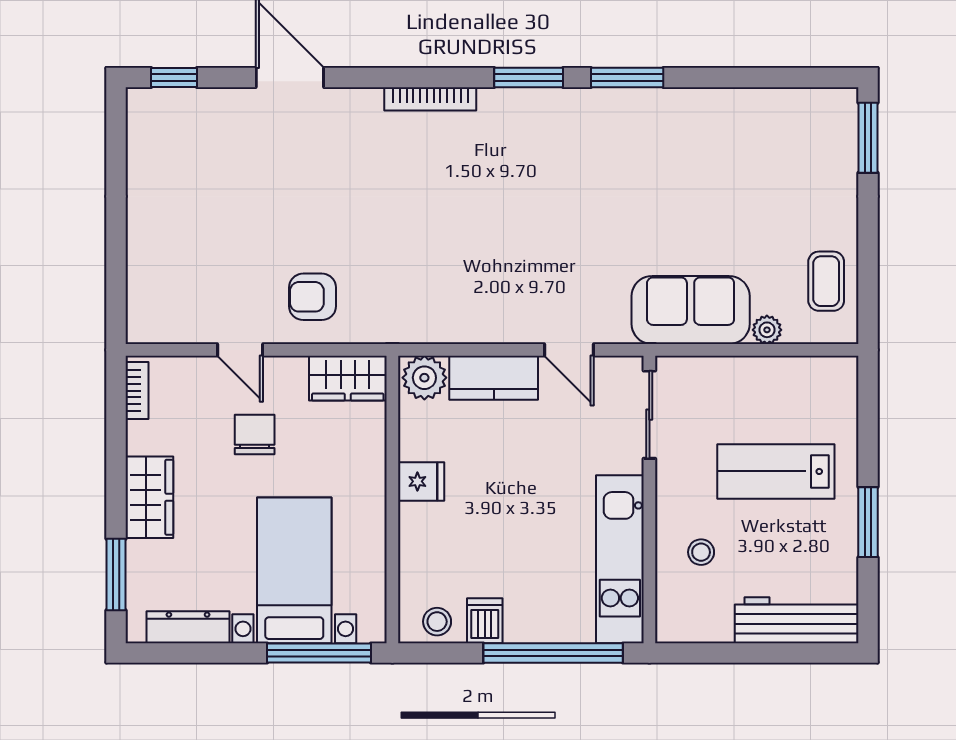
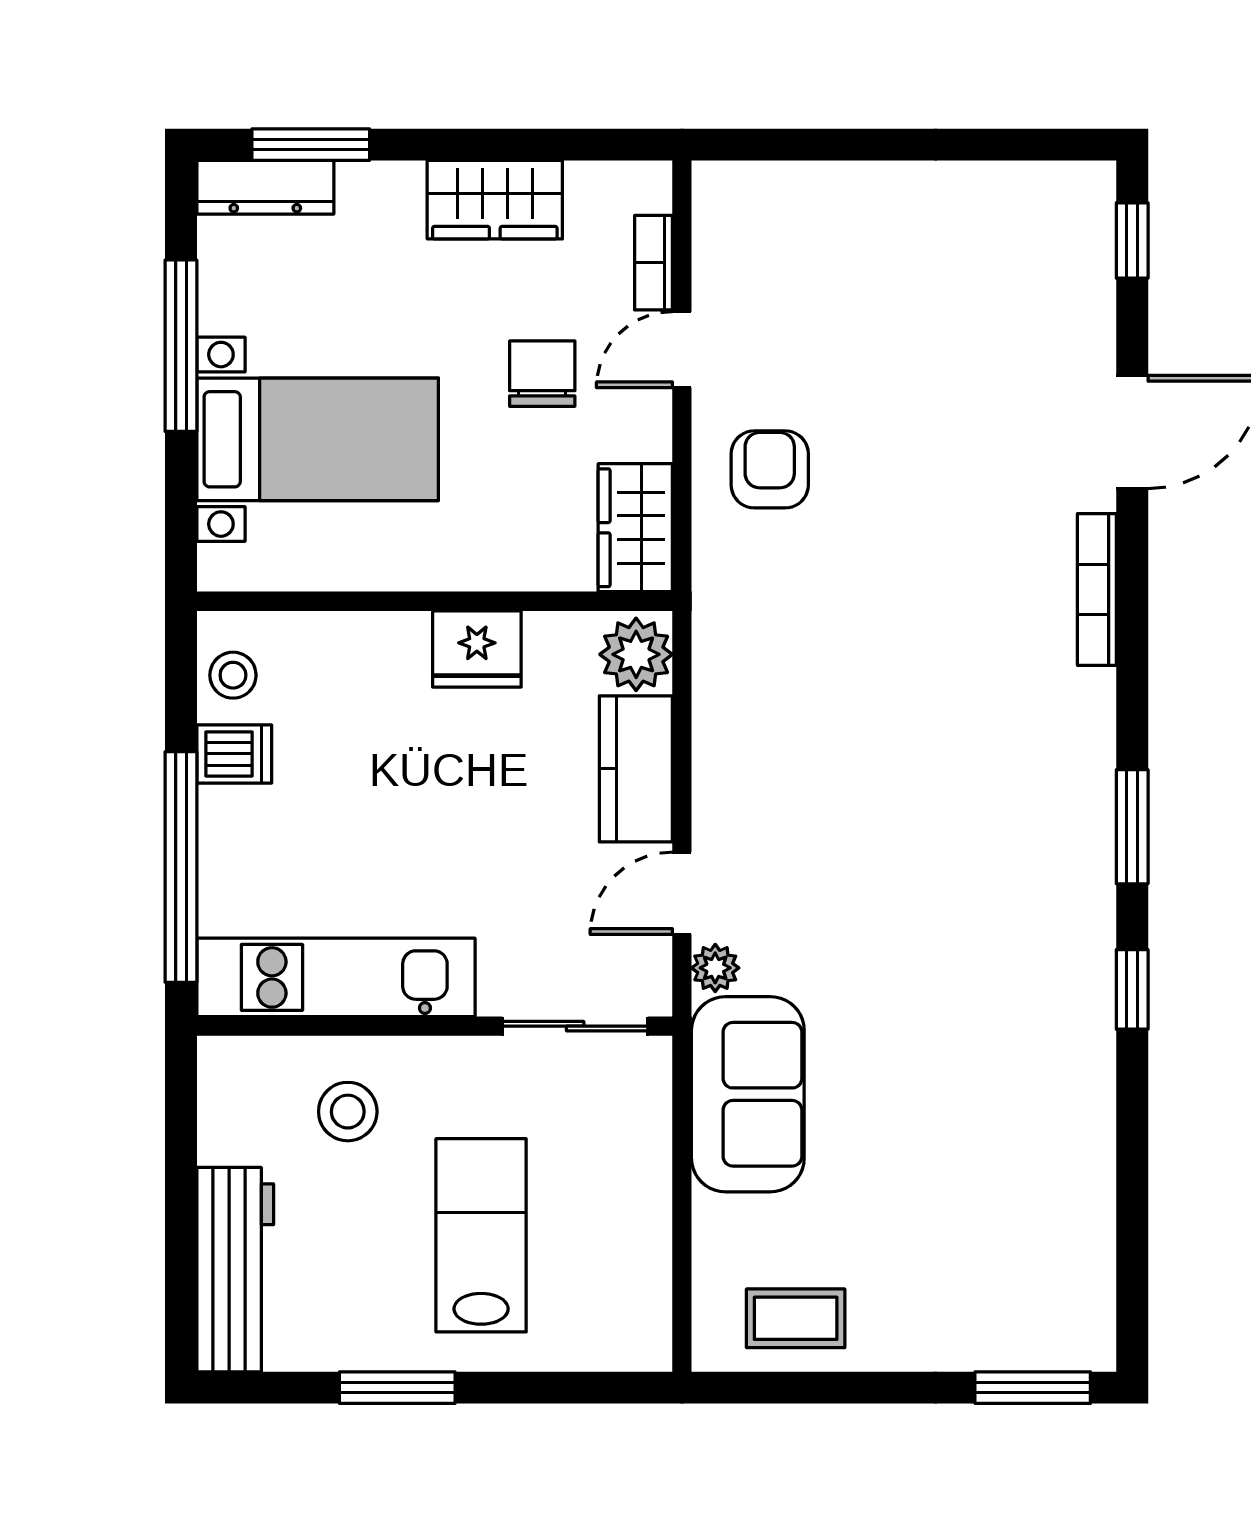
window: (627, 77) -> (1132, 989), width x0.67
bookcase: (430, 99) -> (1097, 589), moved
plant: (767, 330) -> (715, 968), moved
bookcase: (137, 391) -> (654, 263), moved, turned 90
chair: (255, 434) -> (542, 374), turned -90
fridge: (421, 481) -> (477, 649), width x1.38
wardrobe: (149, 497) -> (495, 200), moved
stool: (701, 552) -> (348, 1112), width x1.37, depth x1.37
dresser: (188, 627) -> (265, 187), moved, turned 90
window: (319, 653) -> (181, 346), moved

